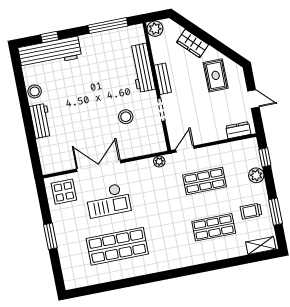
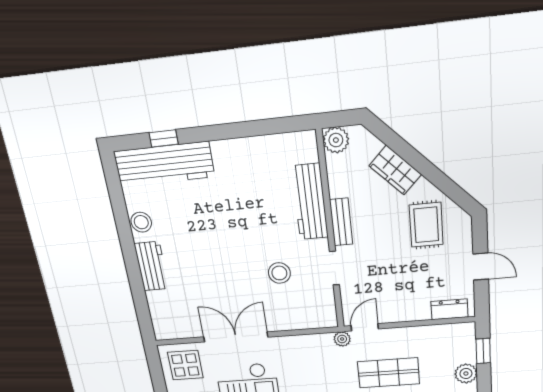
window: (108, 26) -> (259, 128), removed
plant: (159, 161) -> (342, 339), moved

